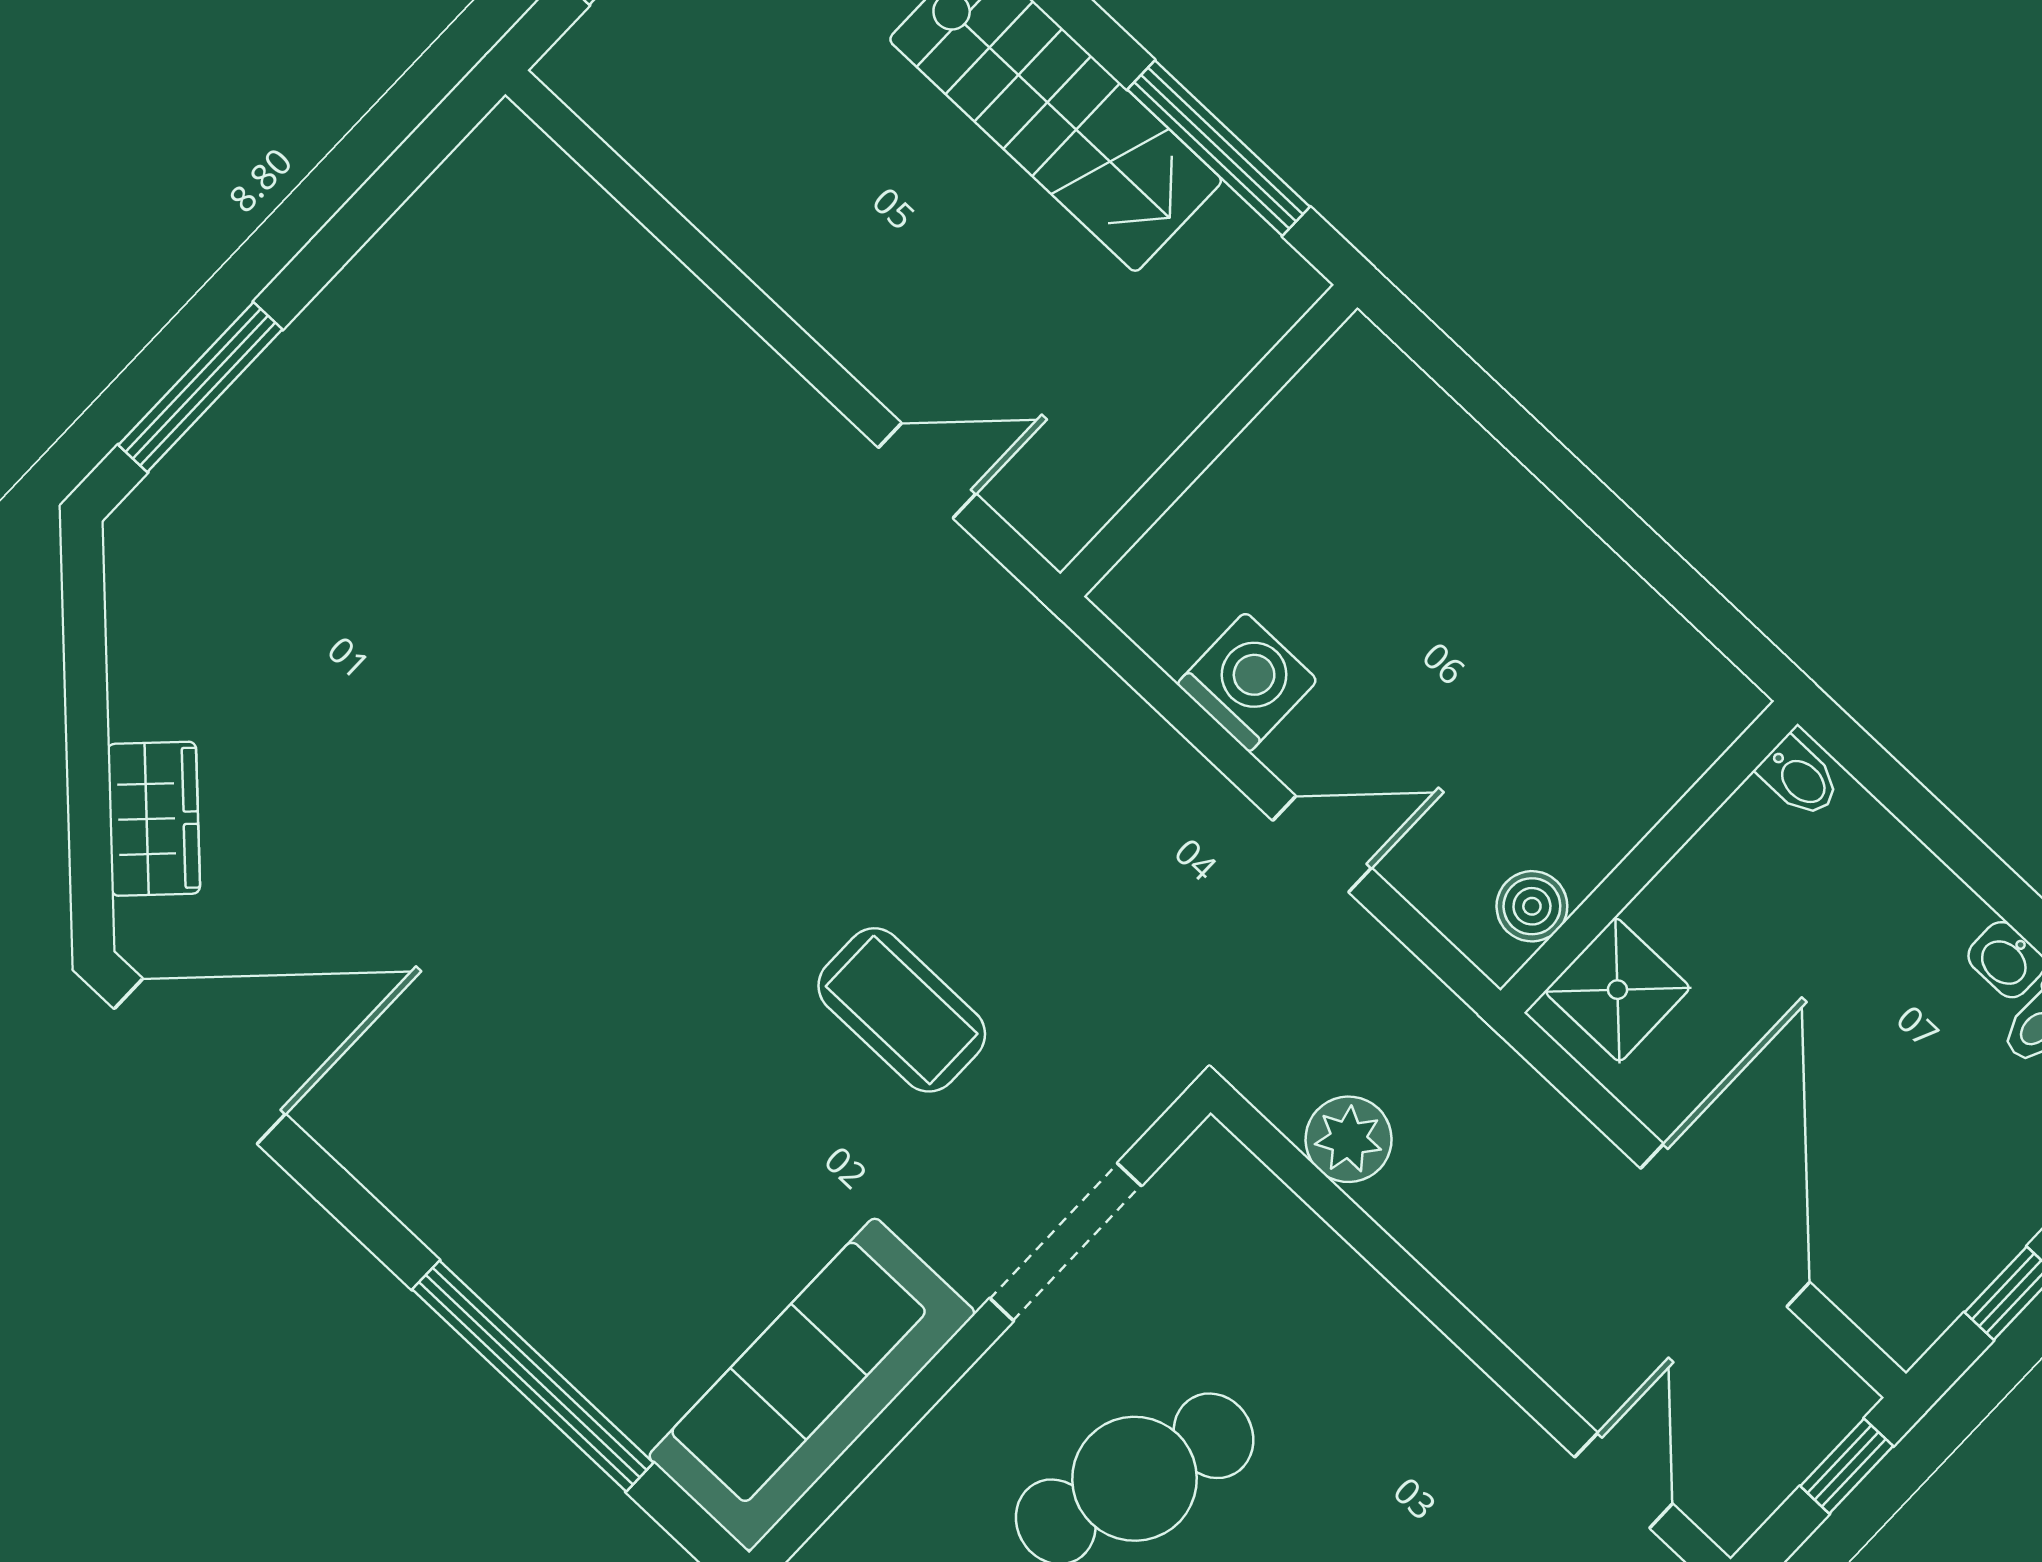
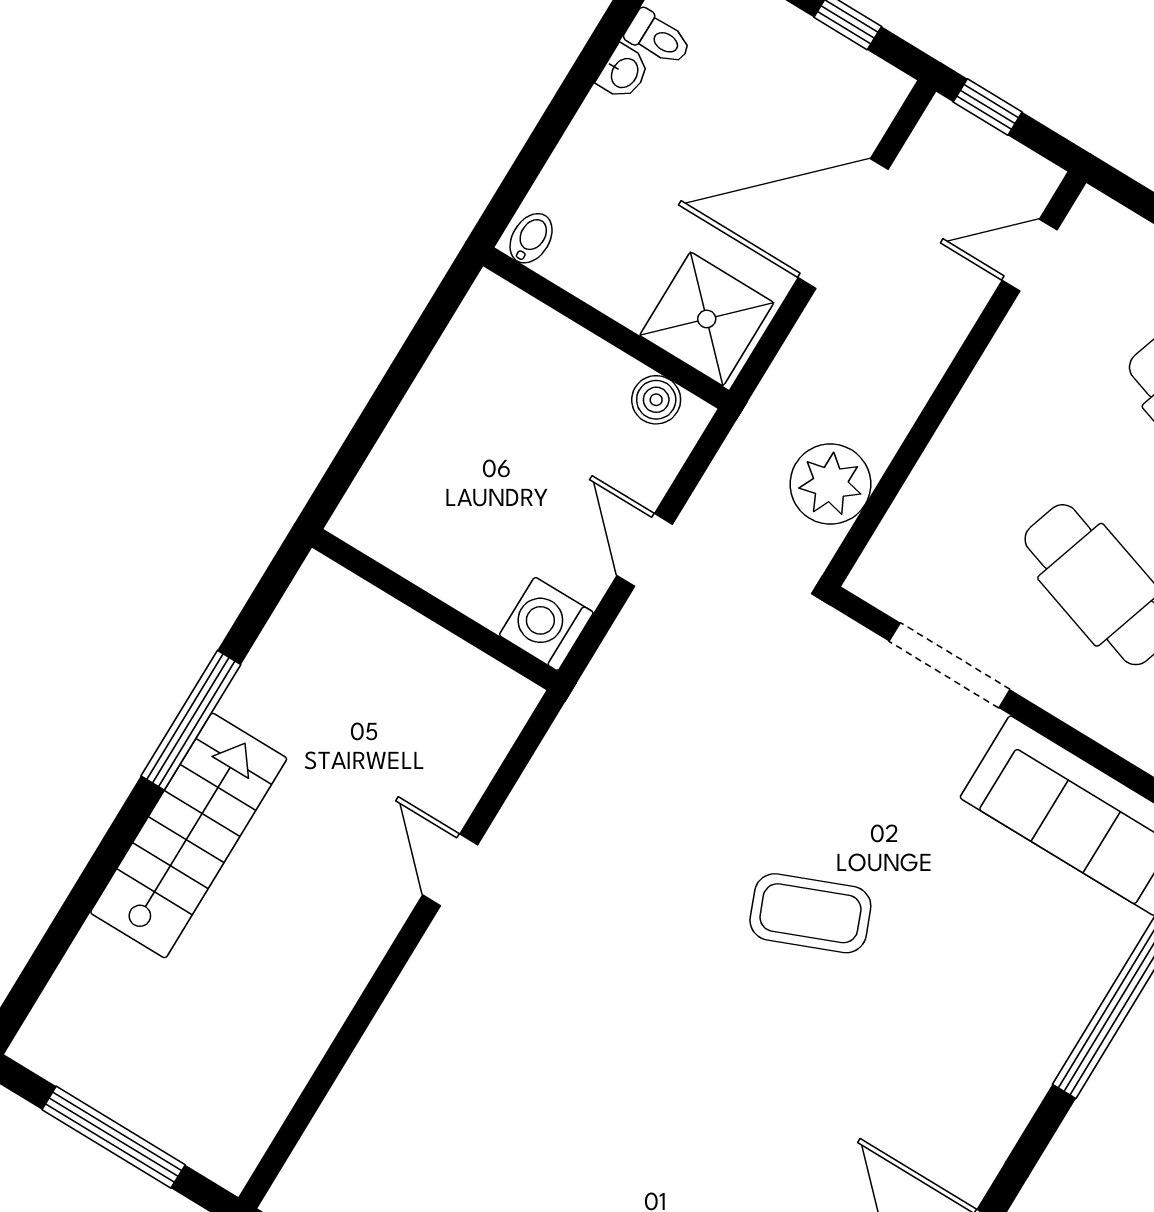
wall: (1209, 441) -> (435, 610), moved
shower: (1617, 990) -> (707, 319), width x1.36, depth x1.36
coffee table: (902, 1010) -> (810, 913), moved, turned 68
plant: (1349, 1139) -> (830, 484), width x1.36, depth x1.36

